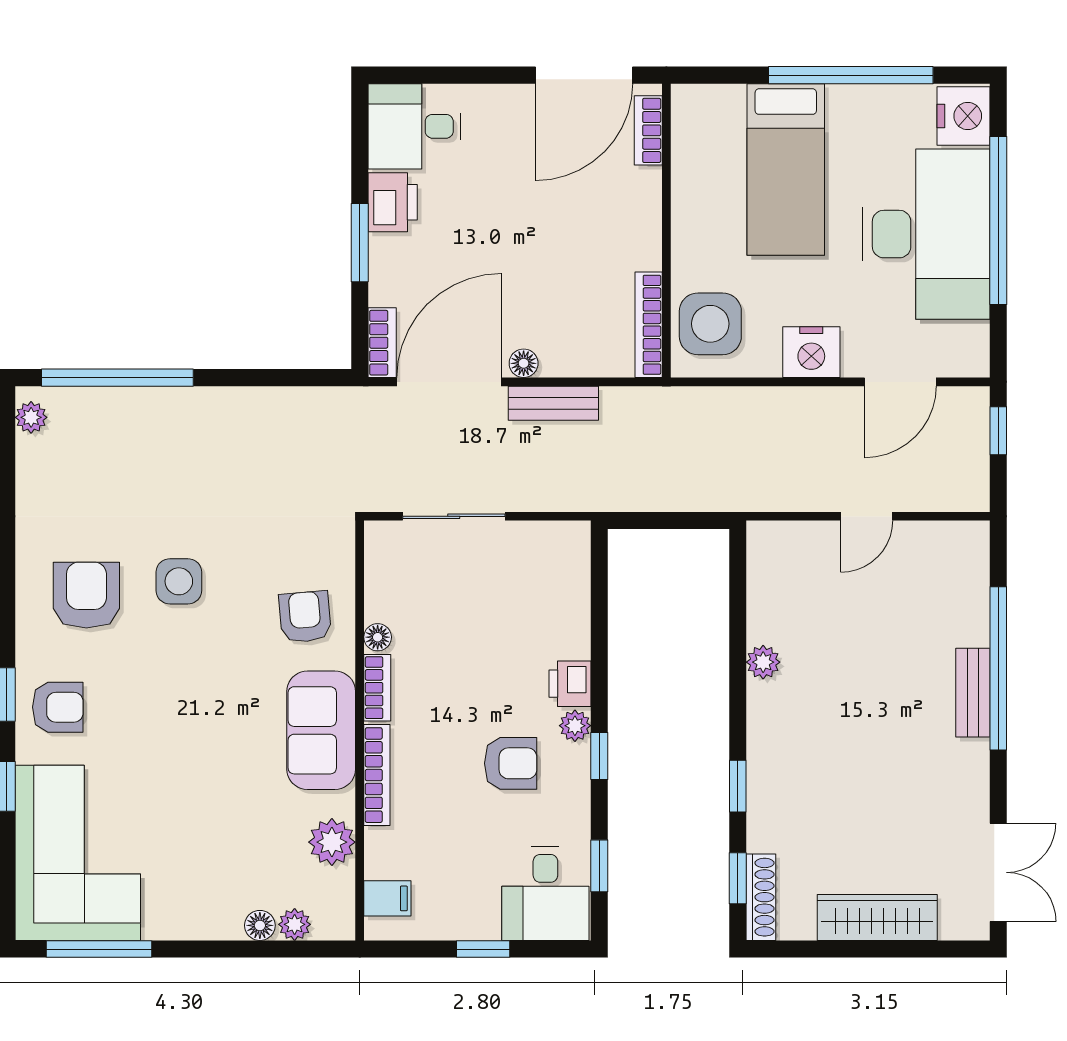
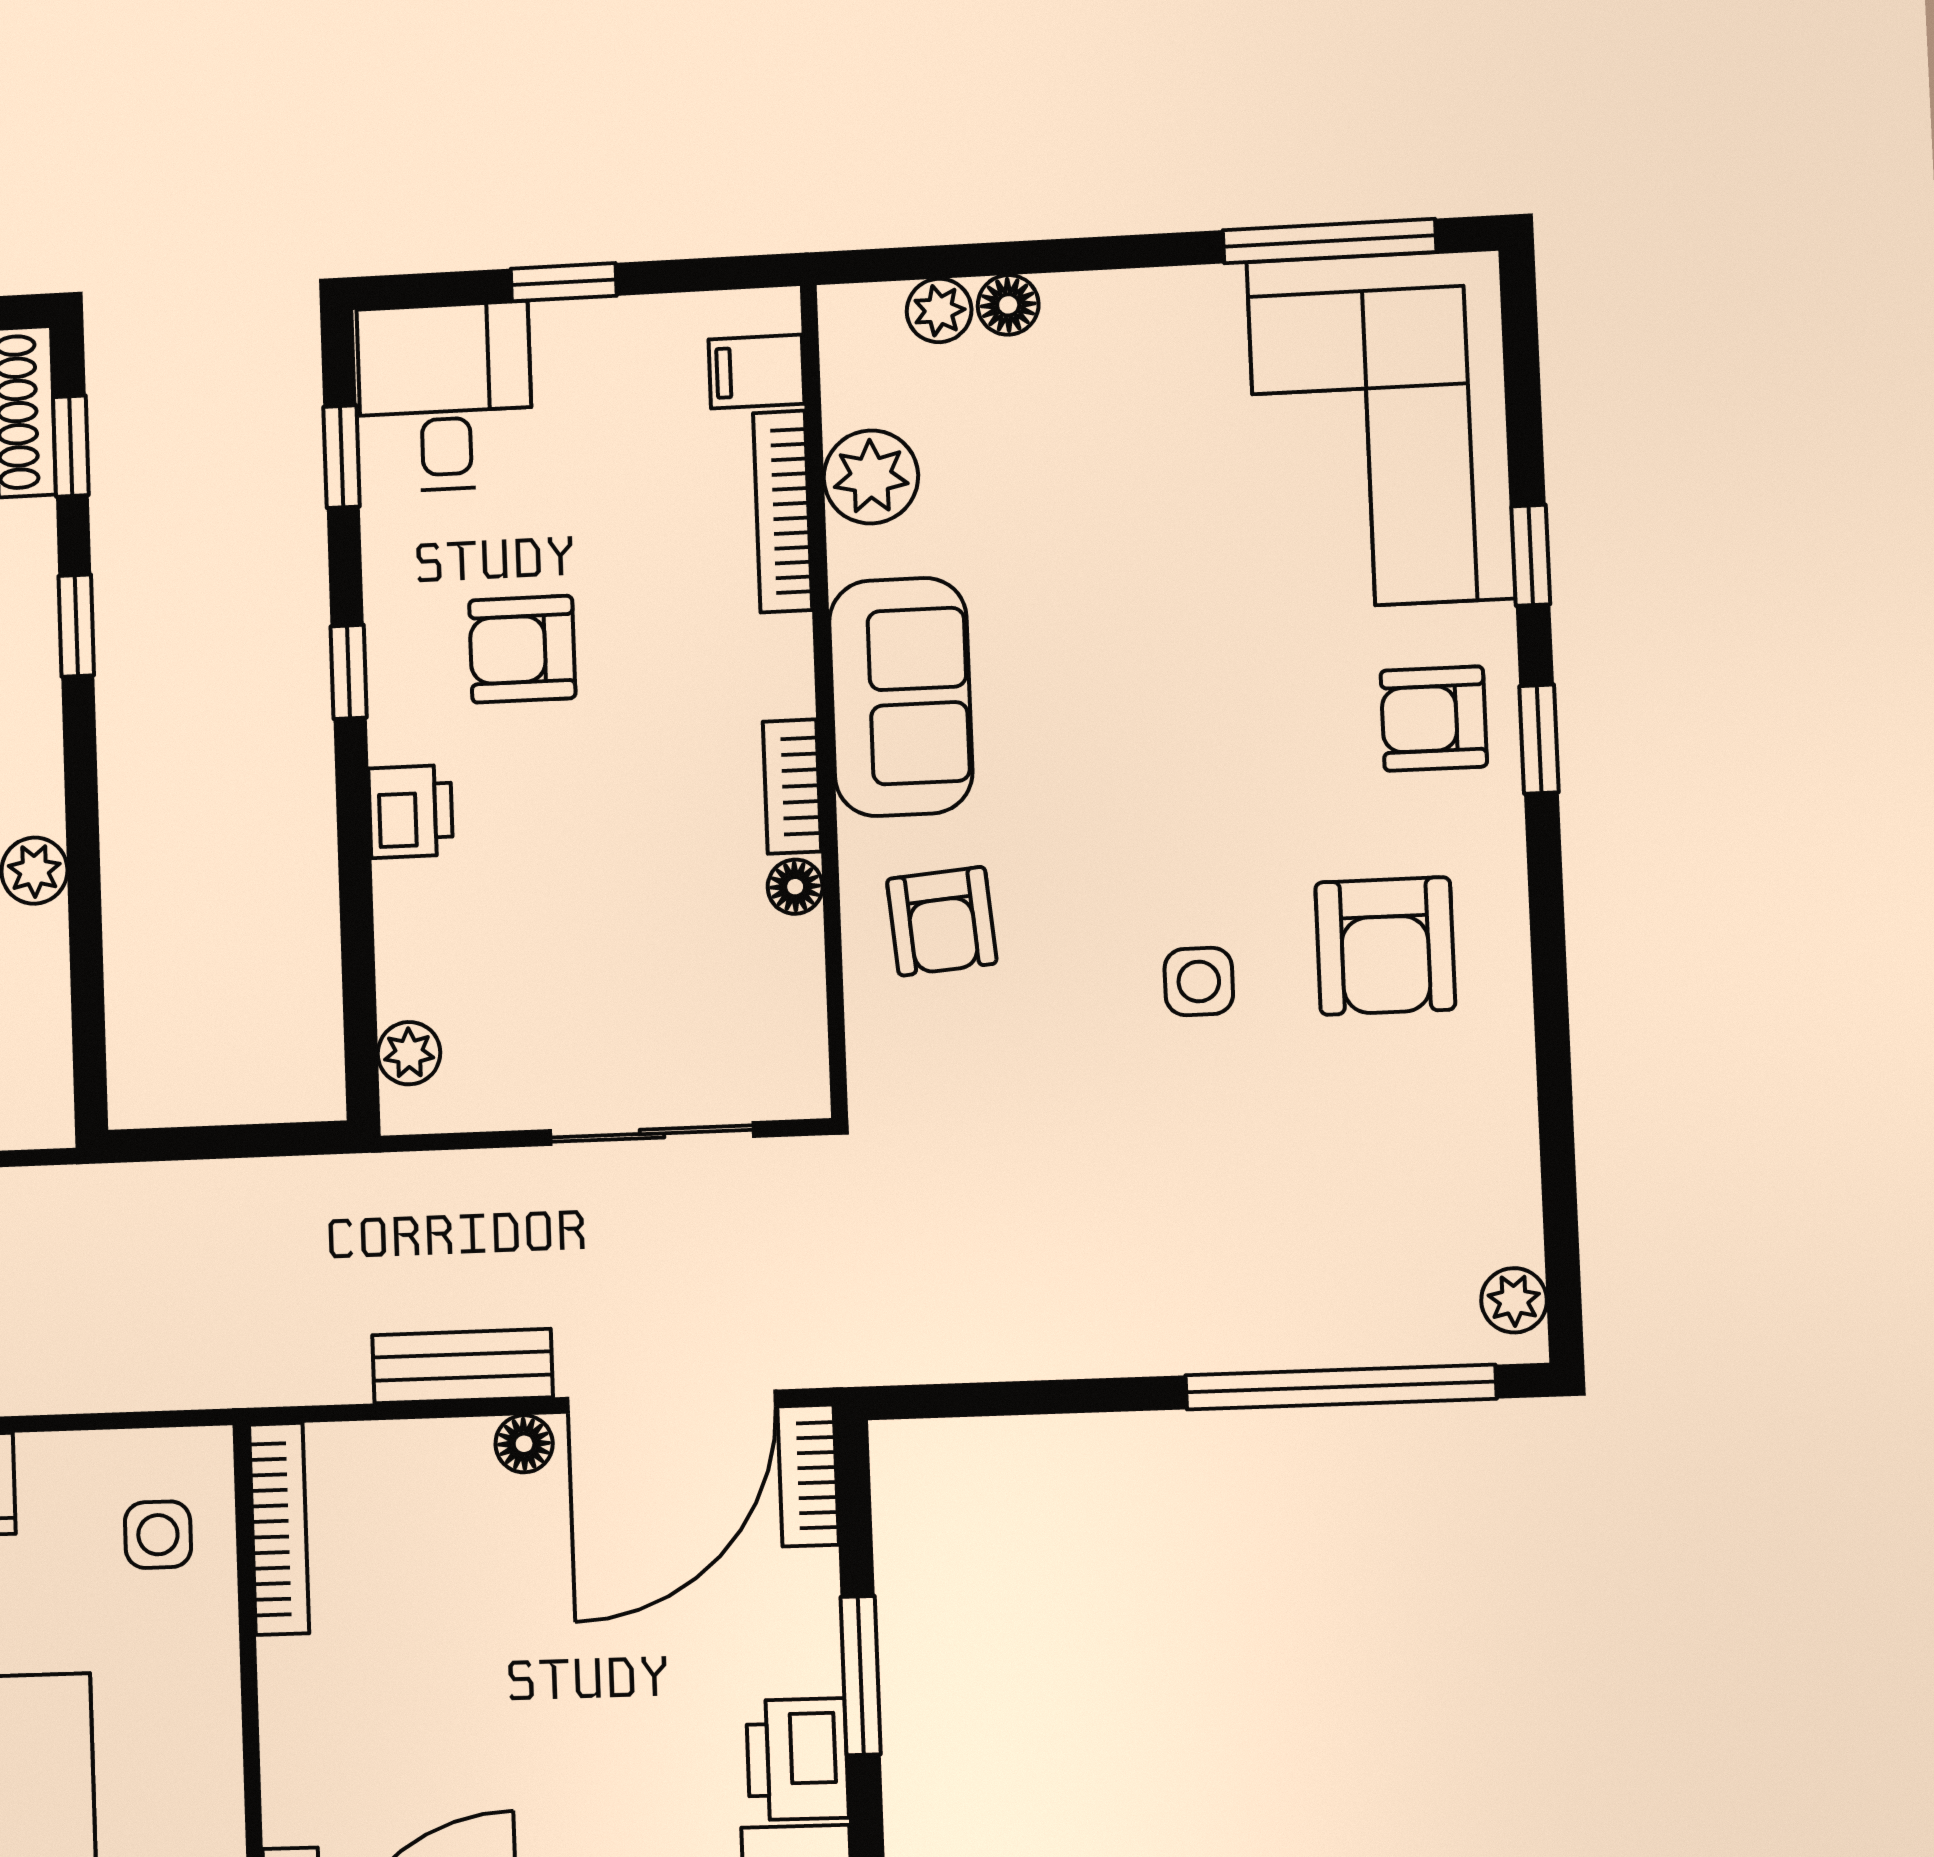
side table: (710, 324) -> (158, 1535), width x0.54, depth x0.54
side table: (179, 581) -> (1199, 981), width x0.73, depth x0.73
plant: (575, 726) -> (409, 1053), moved
bookcase: (377, 775) -> (783, 511), moved

